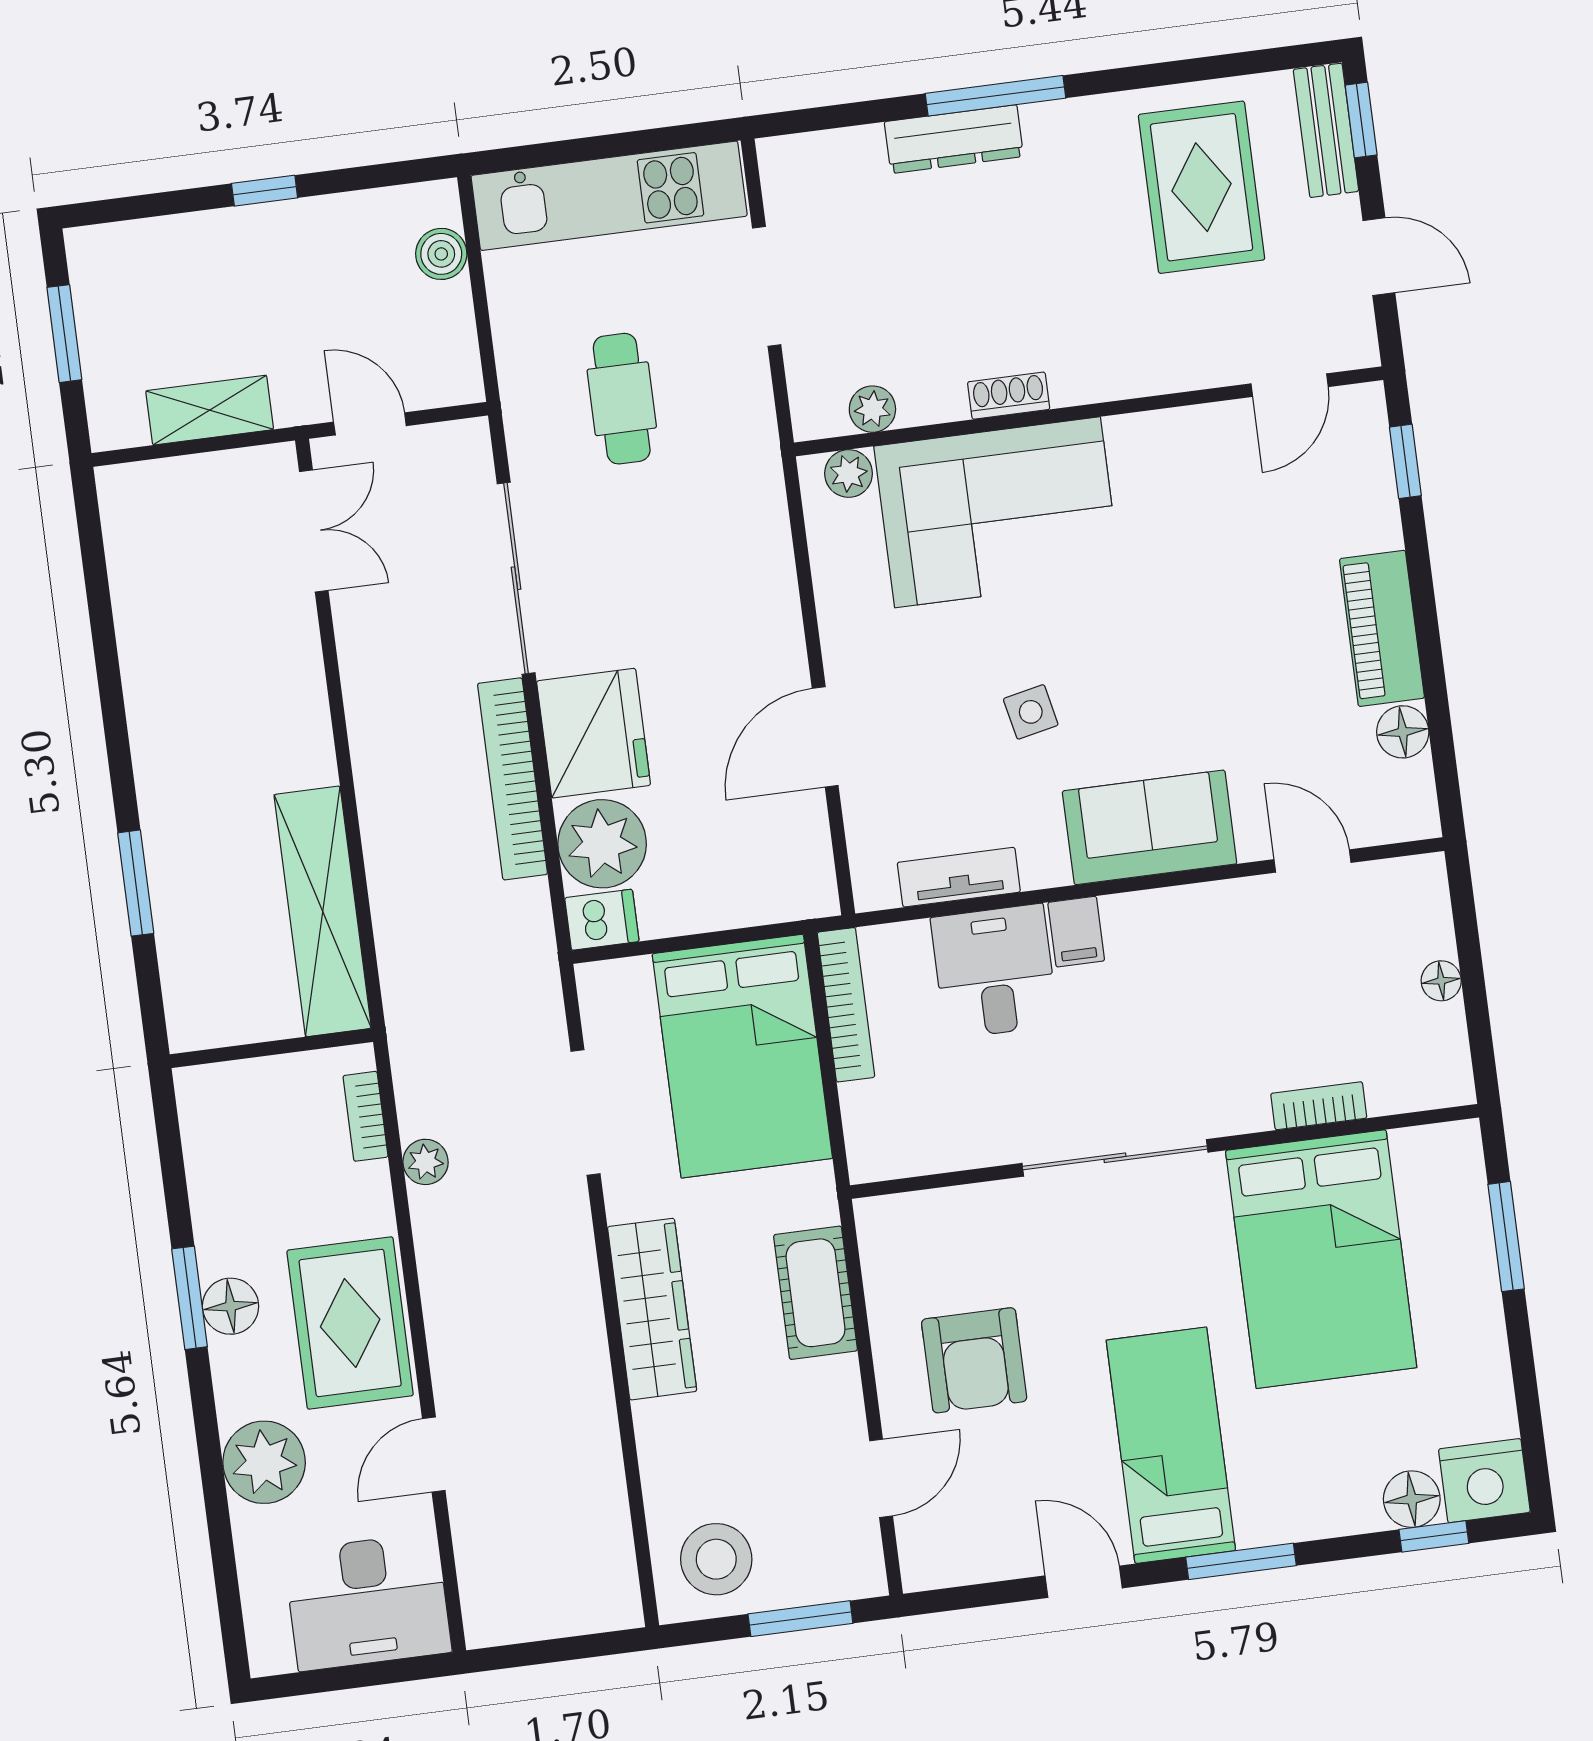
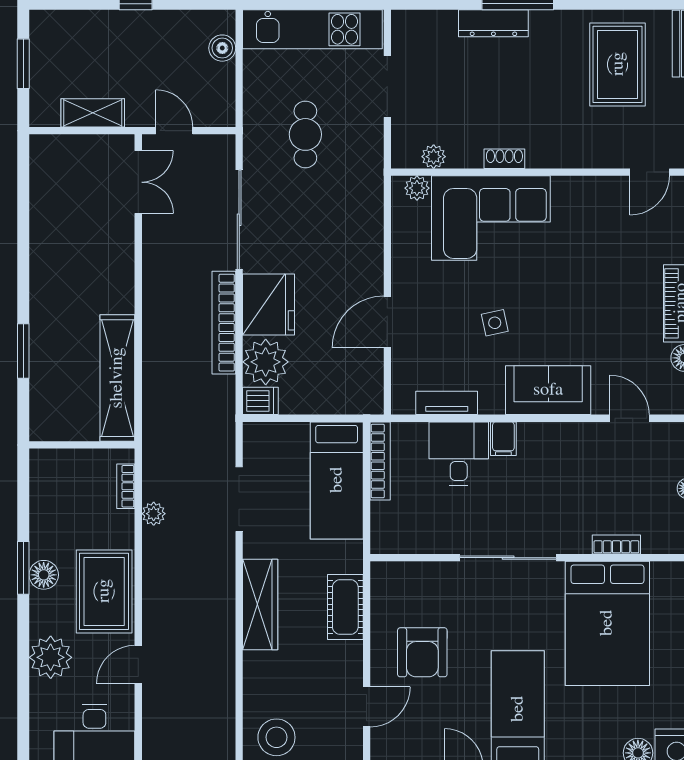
bed: (742, 1056) -> (337, 480), width x0.67

